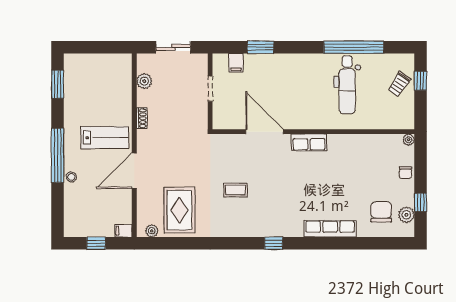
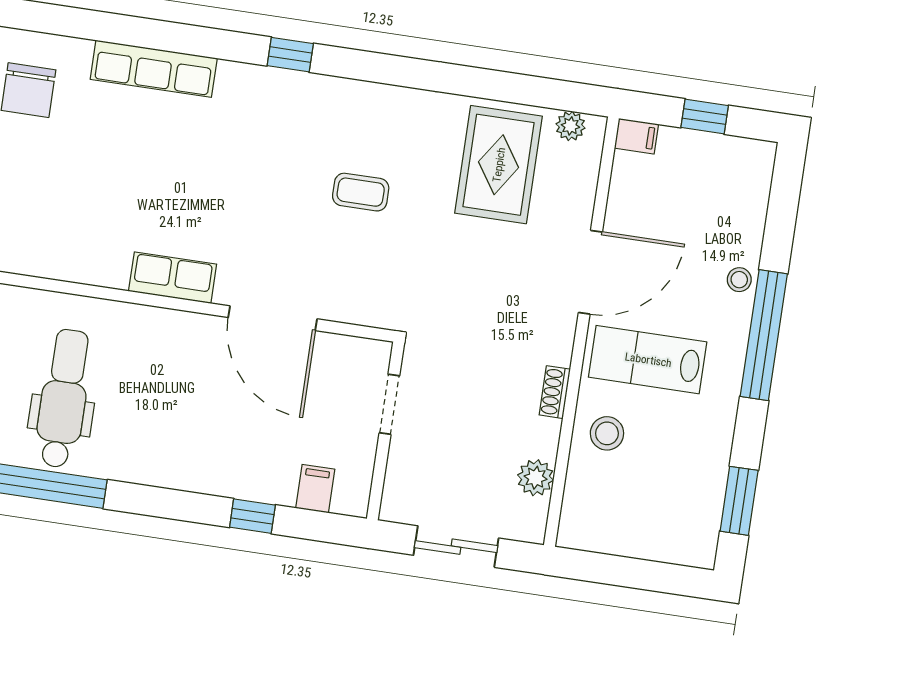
window: (261, 47) -> (252, 516), width x0.67
doorway: (210, 89) -> (389, 404), moved
stool: (117, 104) -> (607, 433), added

